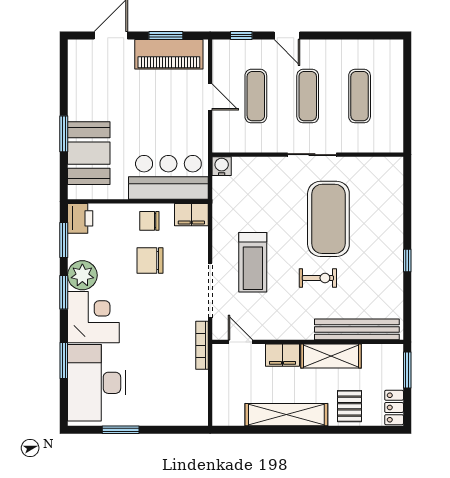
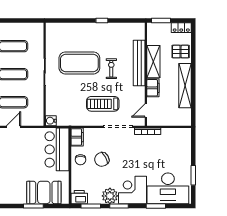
chair: (150, 260) -> (102, 159), turned 61
treadmill: (253, 262) -> (103, 104), turned 180
bench: (357, 329) -> (139, 63), moved

